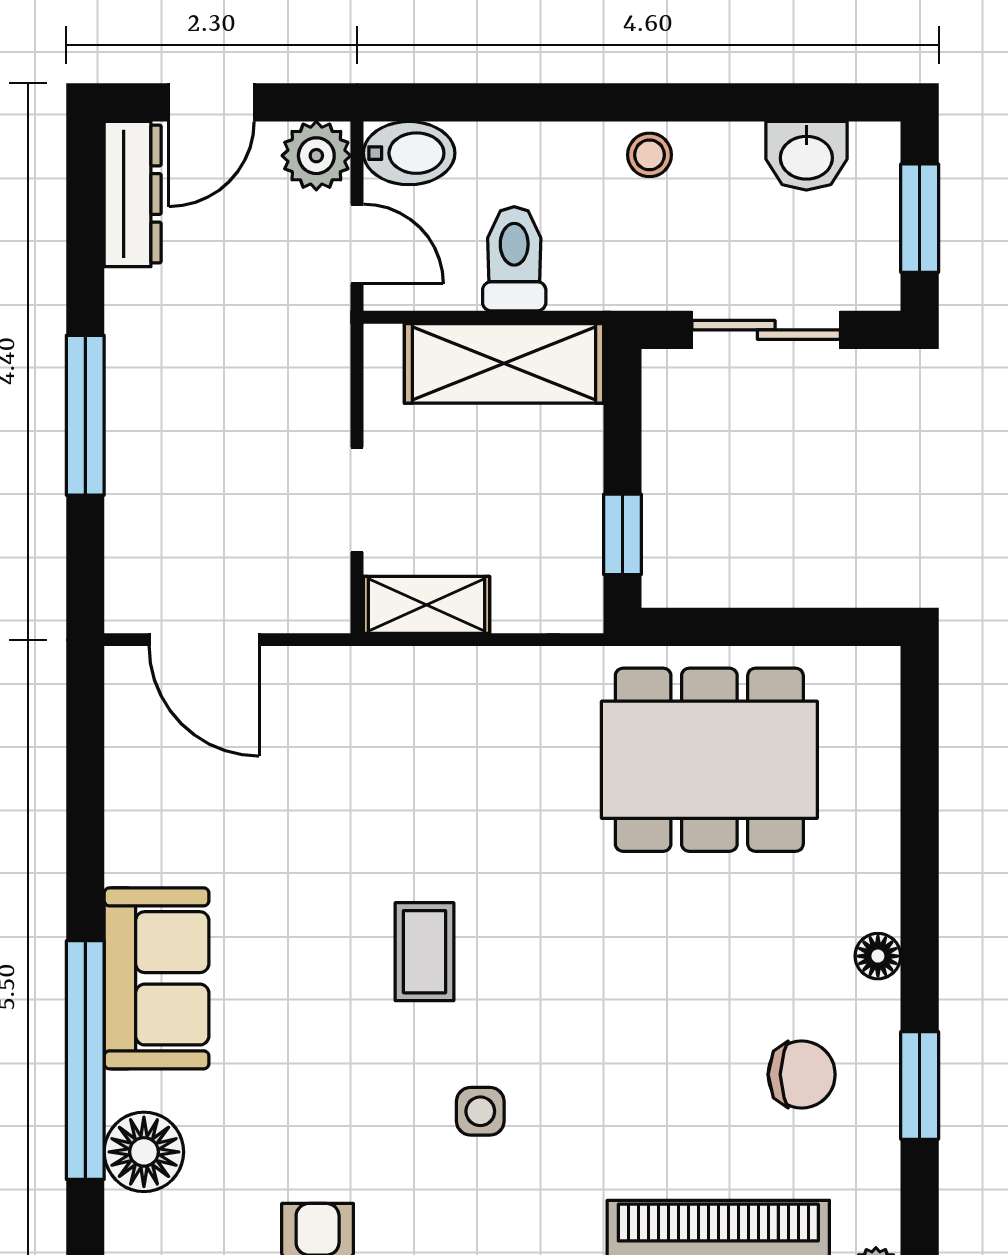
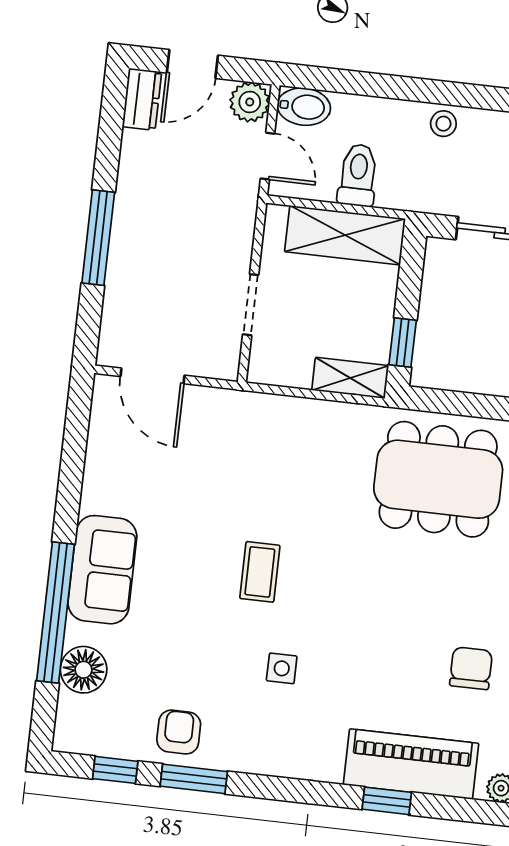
dresser: (133, 194) -> (142, 99), width x0.70
shelving: (427, 605) -> (350, 378), moved
chair: (802, 1074) -> (471, 668), turned -90

